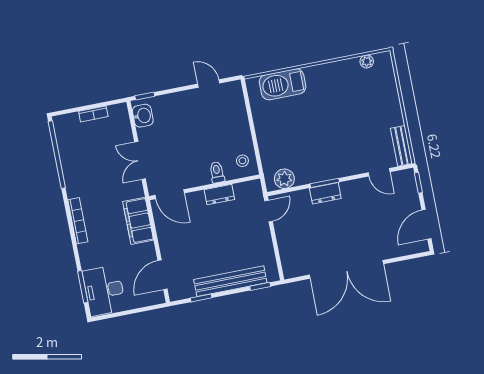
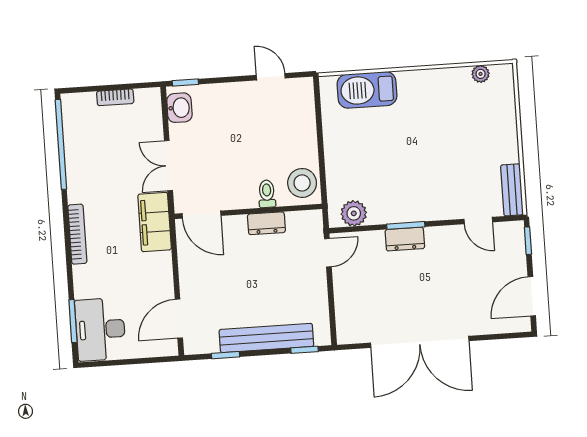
stool: (242, 161) -> (302, 183), width x1.89, depth x1.89
filing cabinet: (138, 221) -> (155, 222), moved

